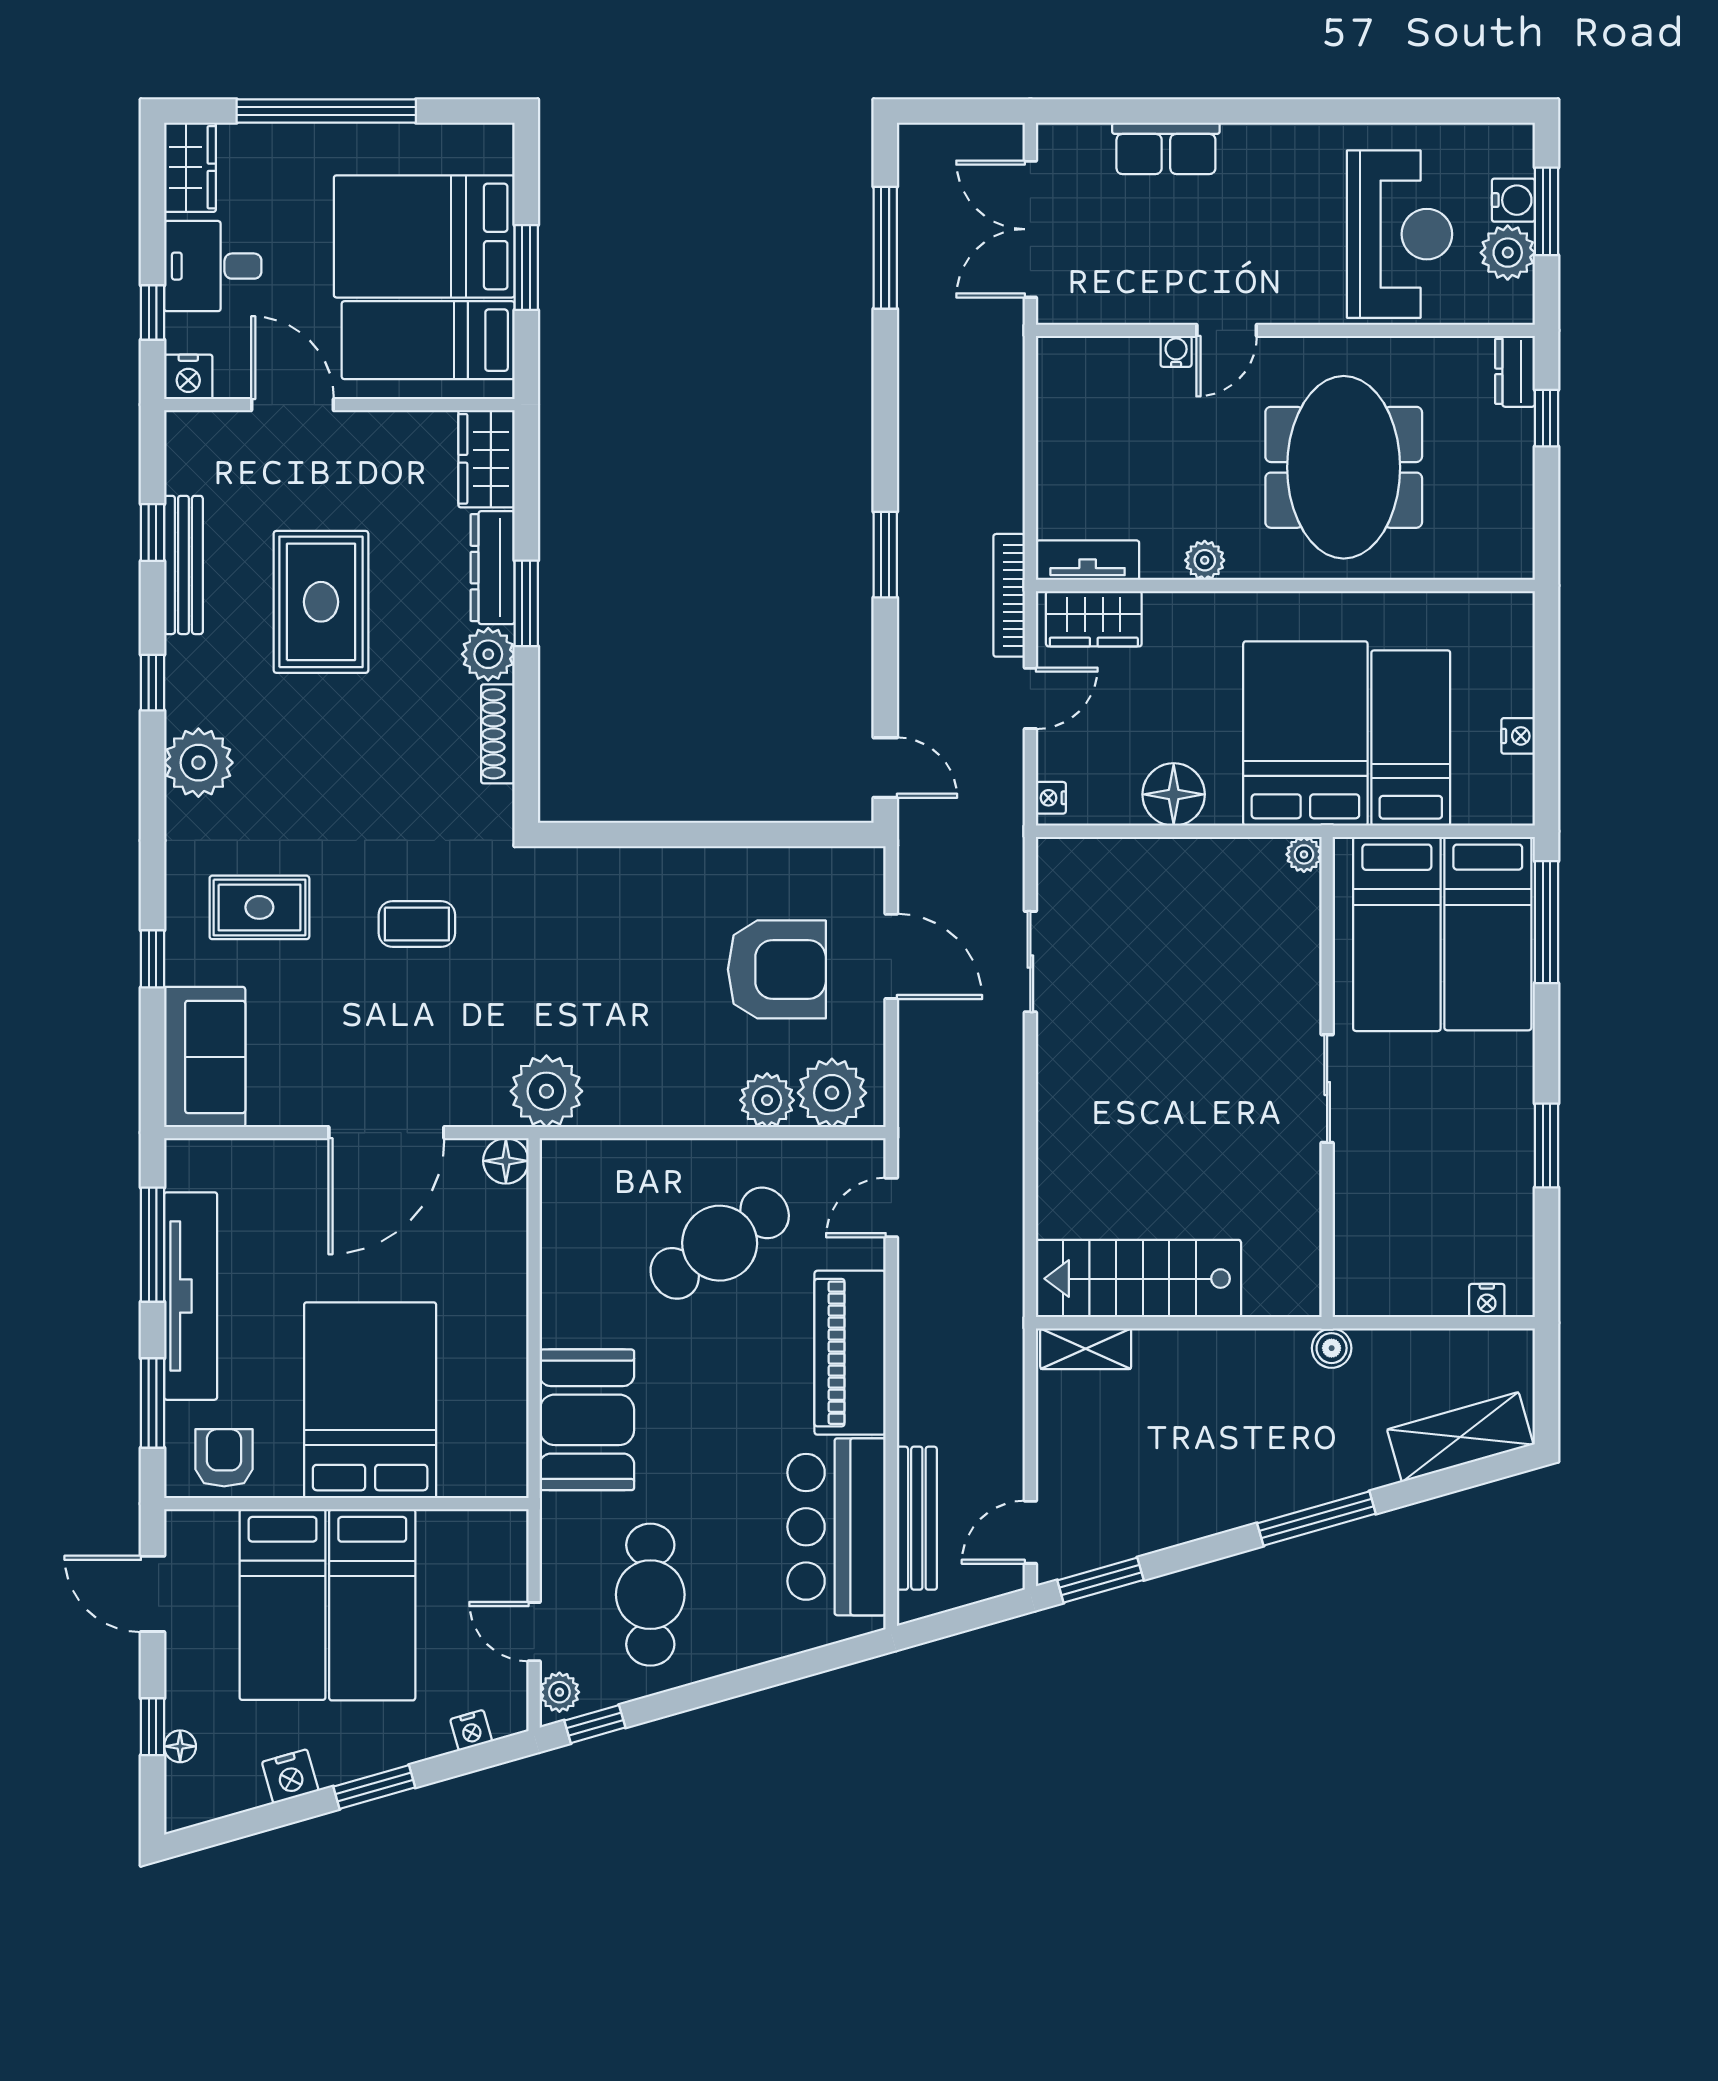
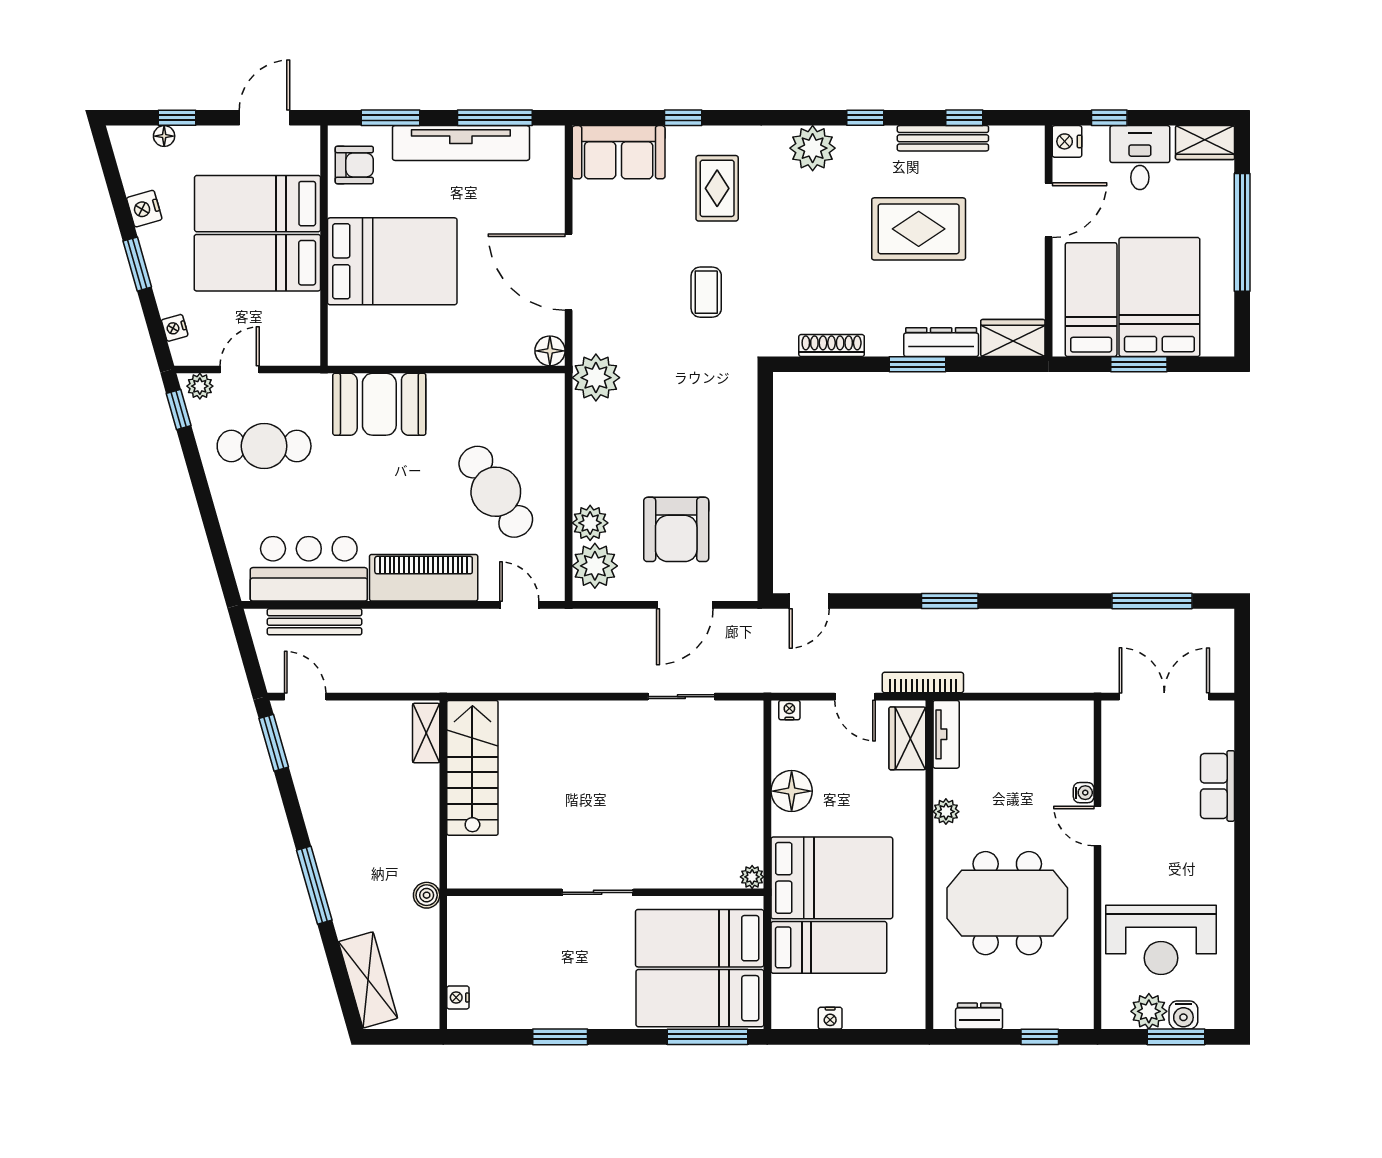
dresser: (1515, 371) -> (979, 1016), moved
plant: (488, 654) -> (884, 339), removed

